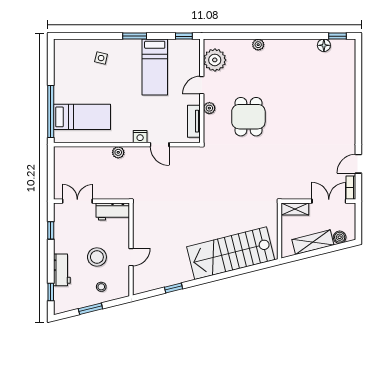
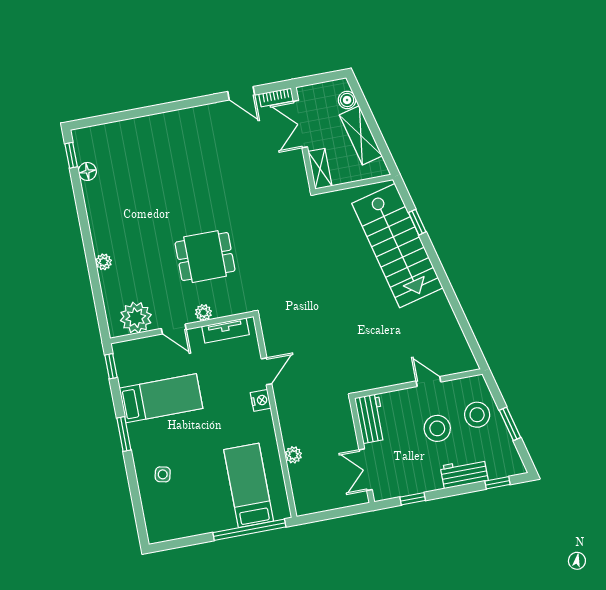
plant: (118, 152) -> (293, 455), moved
stool: (101, 287) -> (477, 415), width x1.89, depth x1.89
window: (174, 288) -> (417, 222), moved

